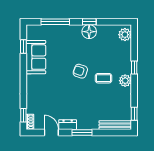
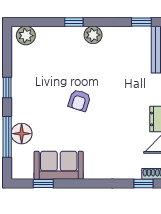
floor lamp: (89, 32) -> (22, 134), moved
coffee table: (103, 78) -> (89, 67), removed

